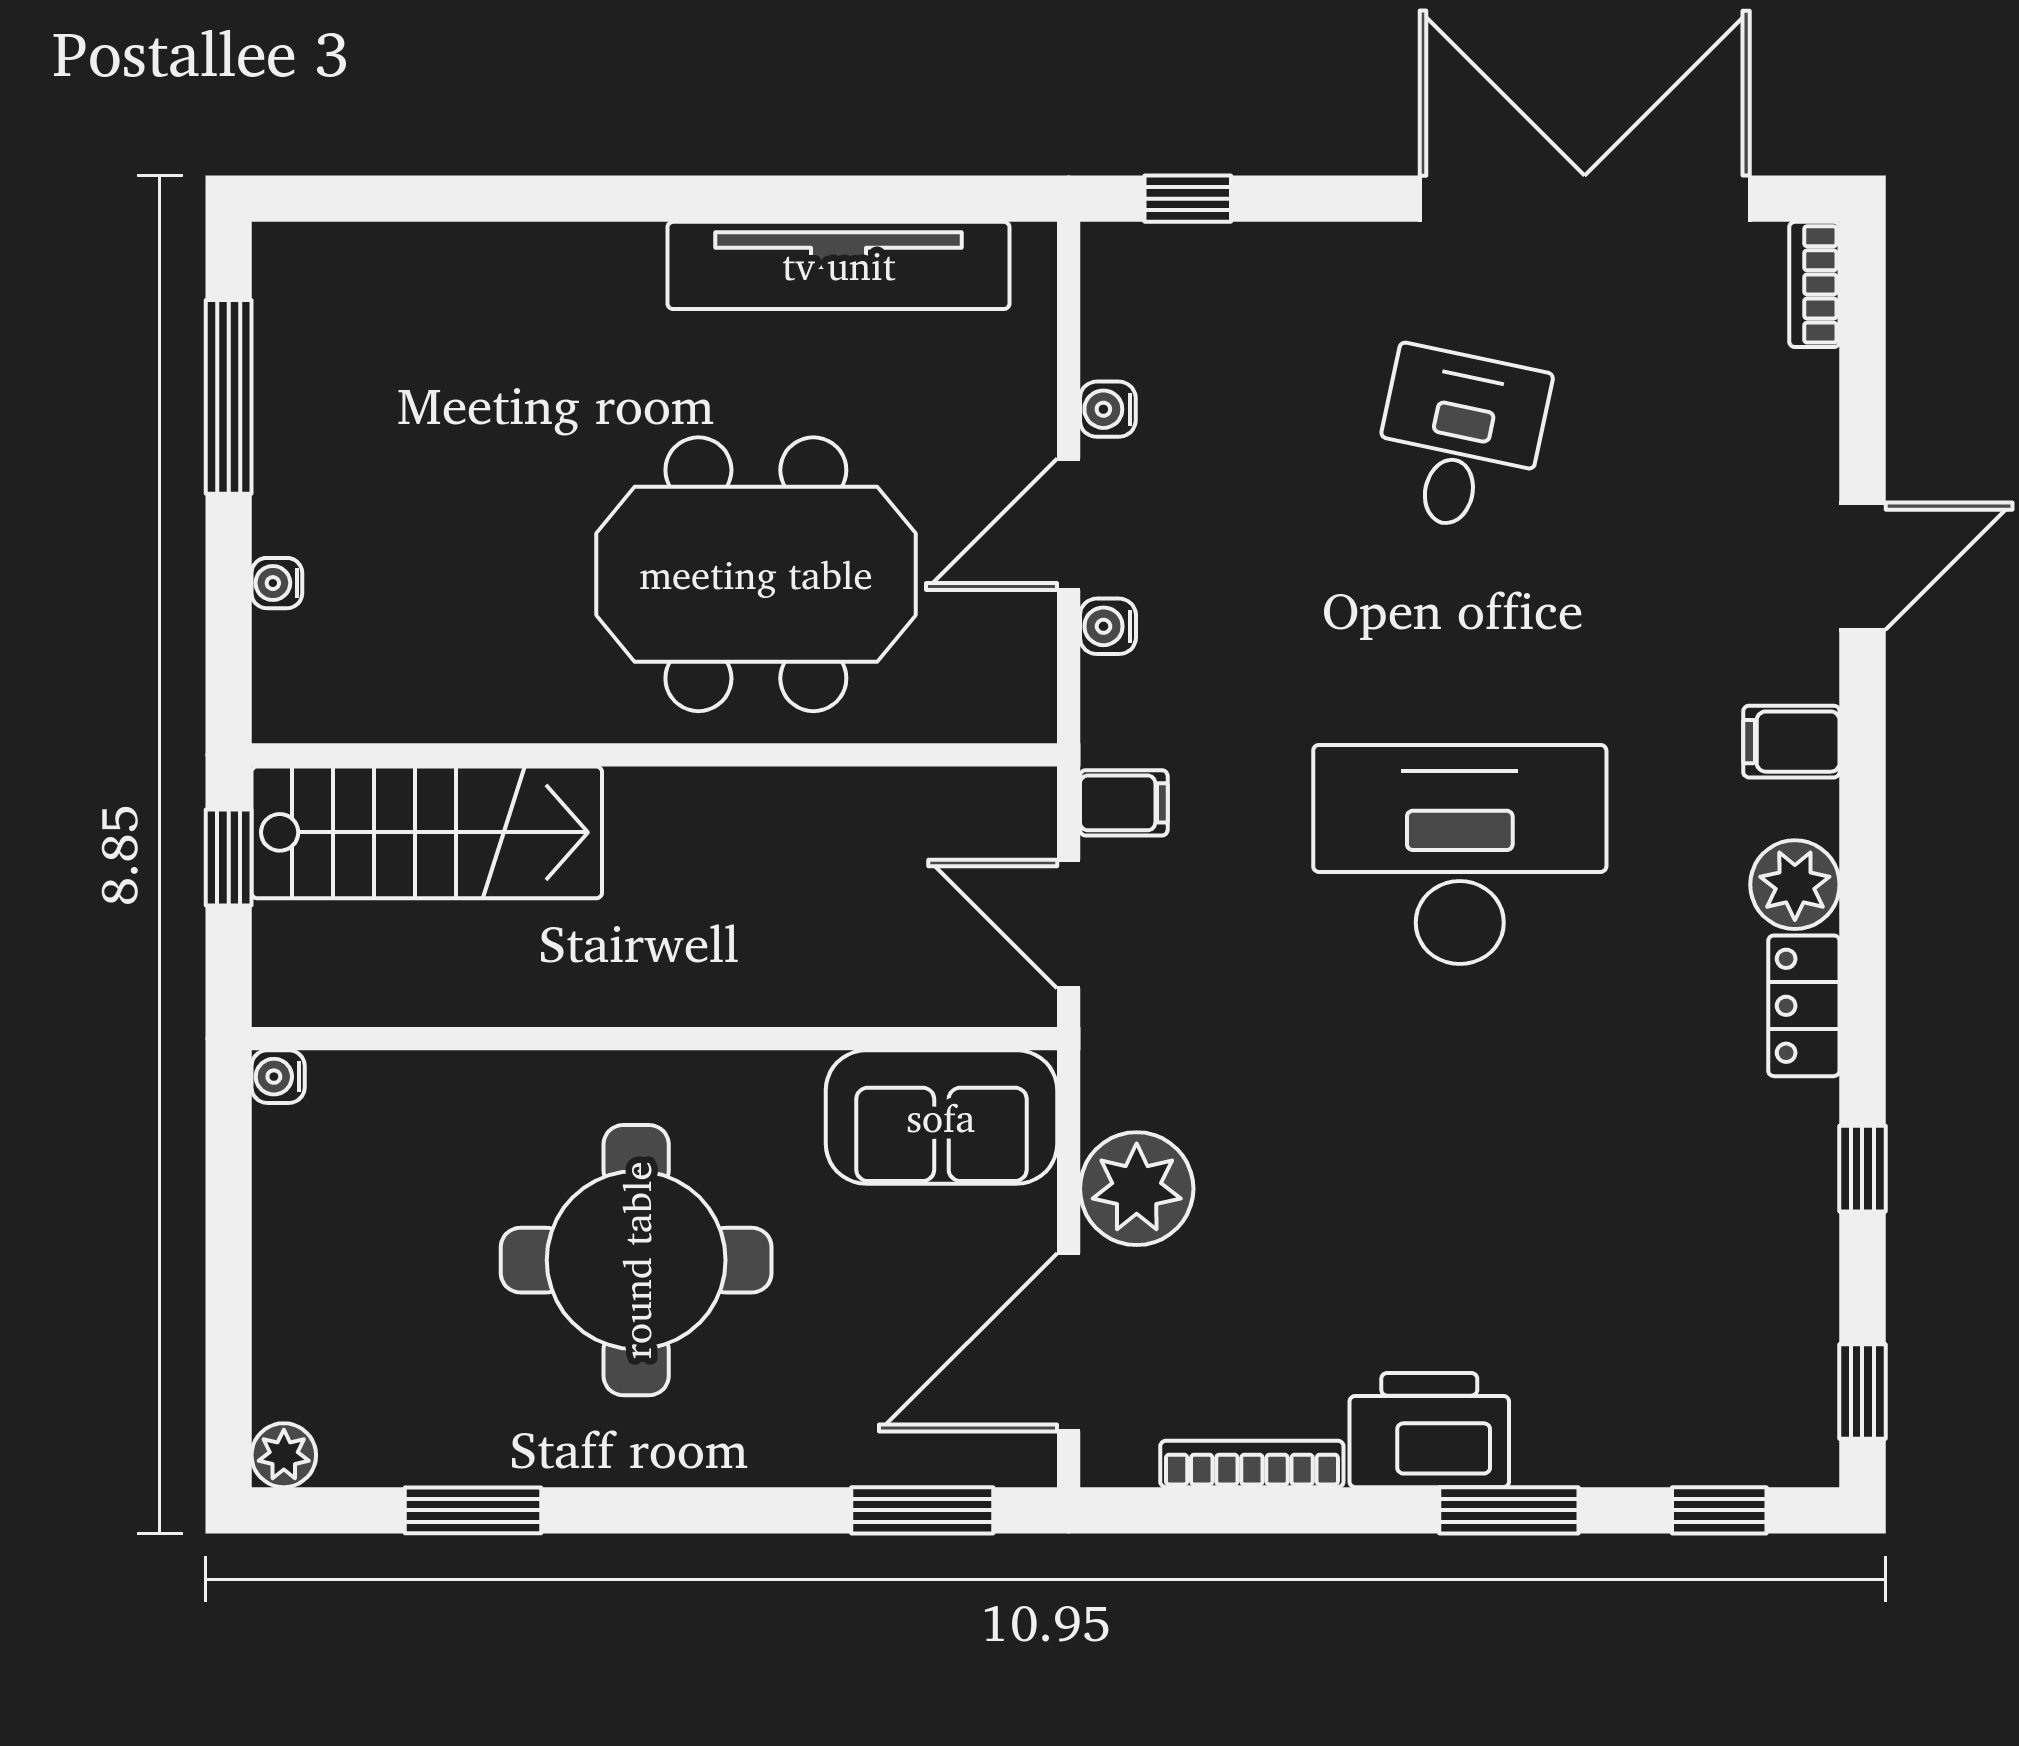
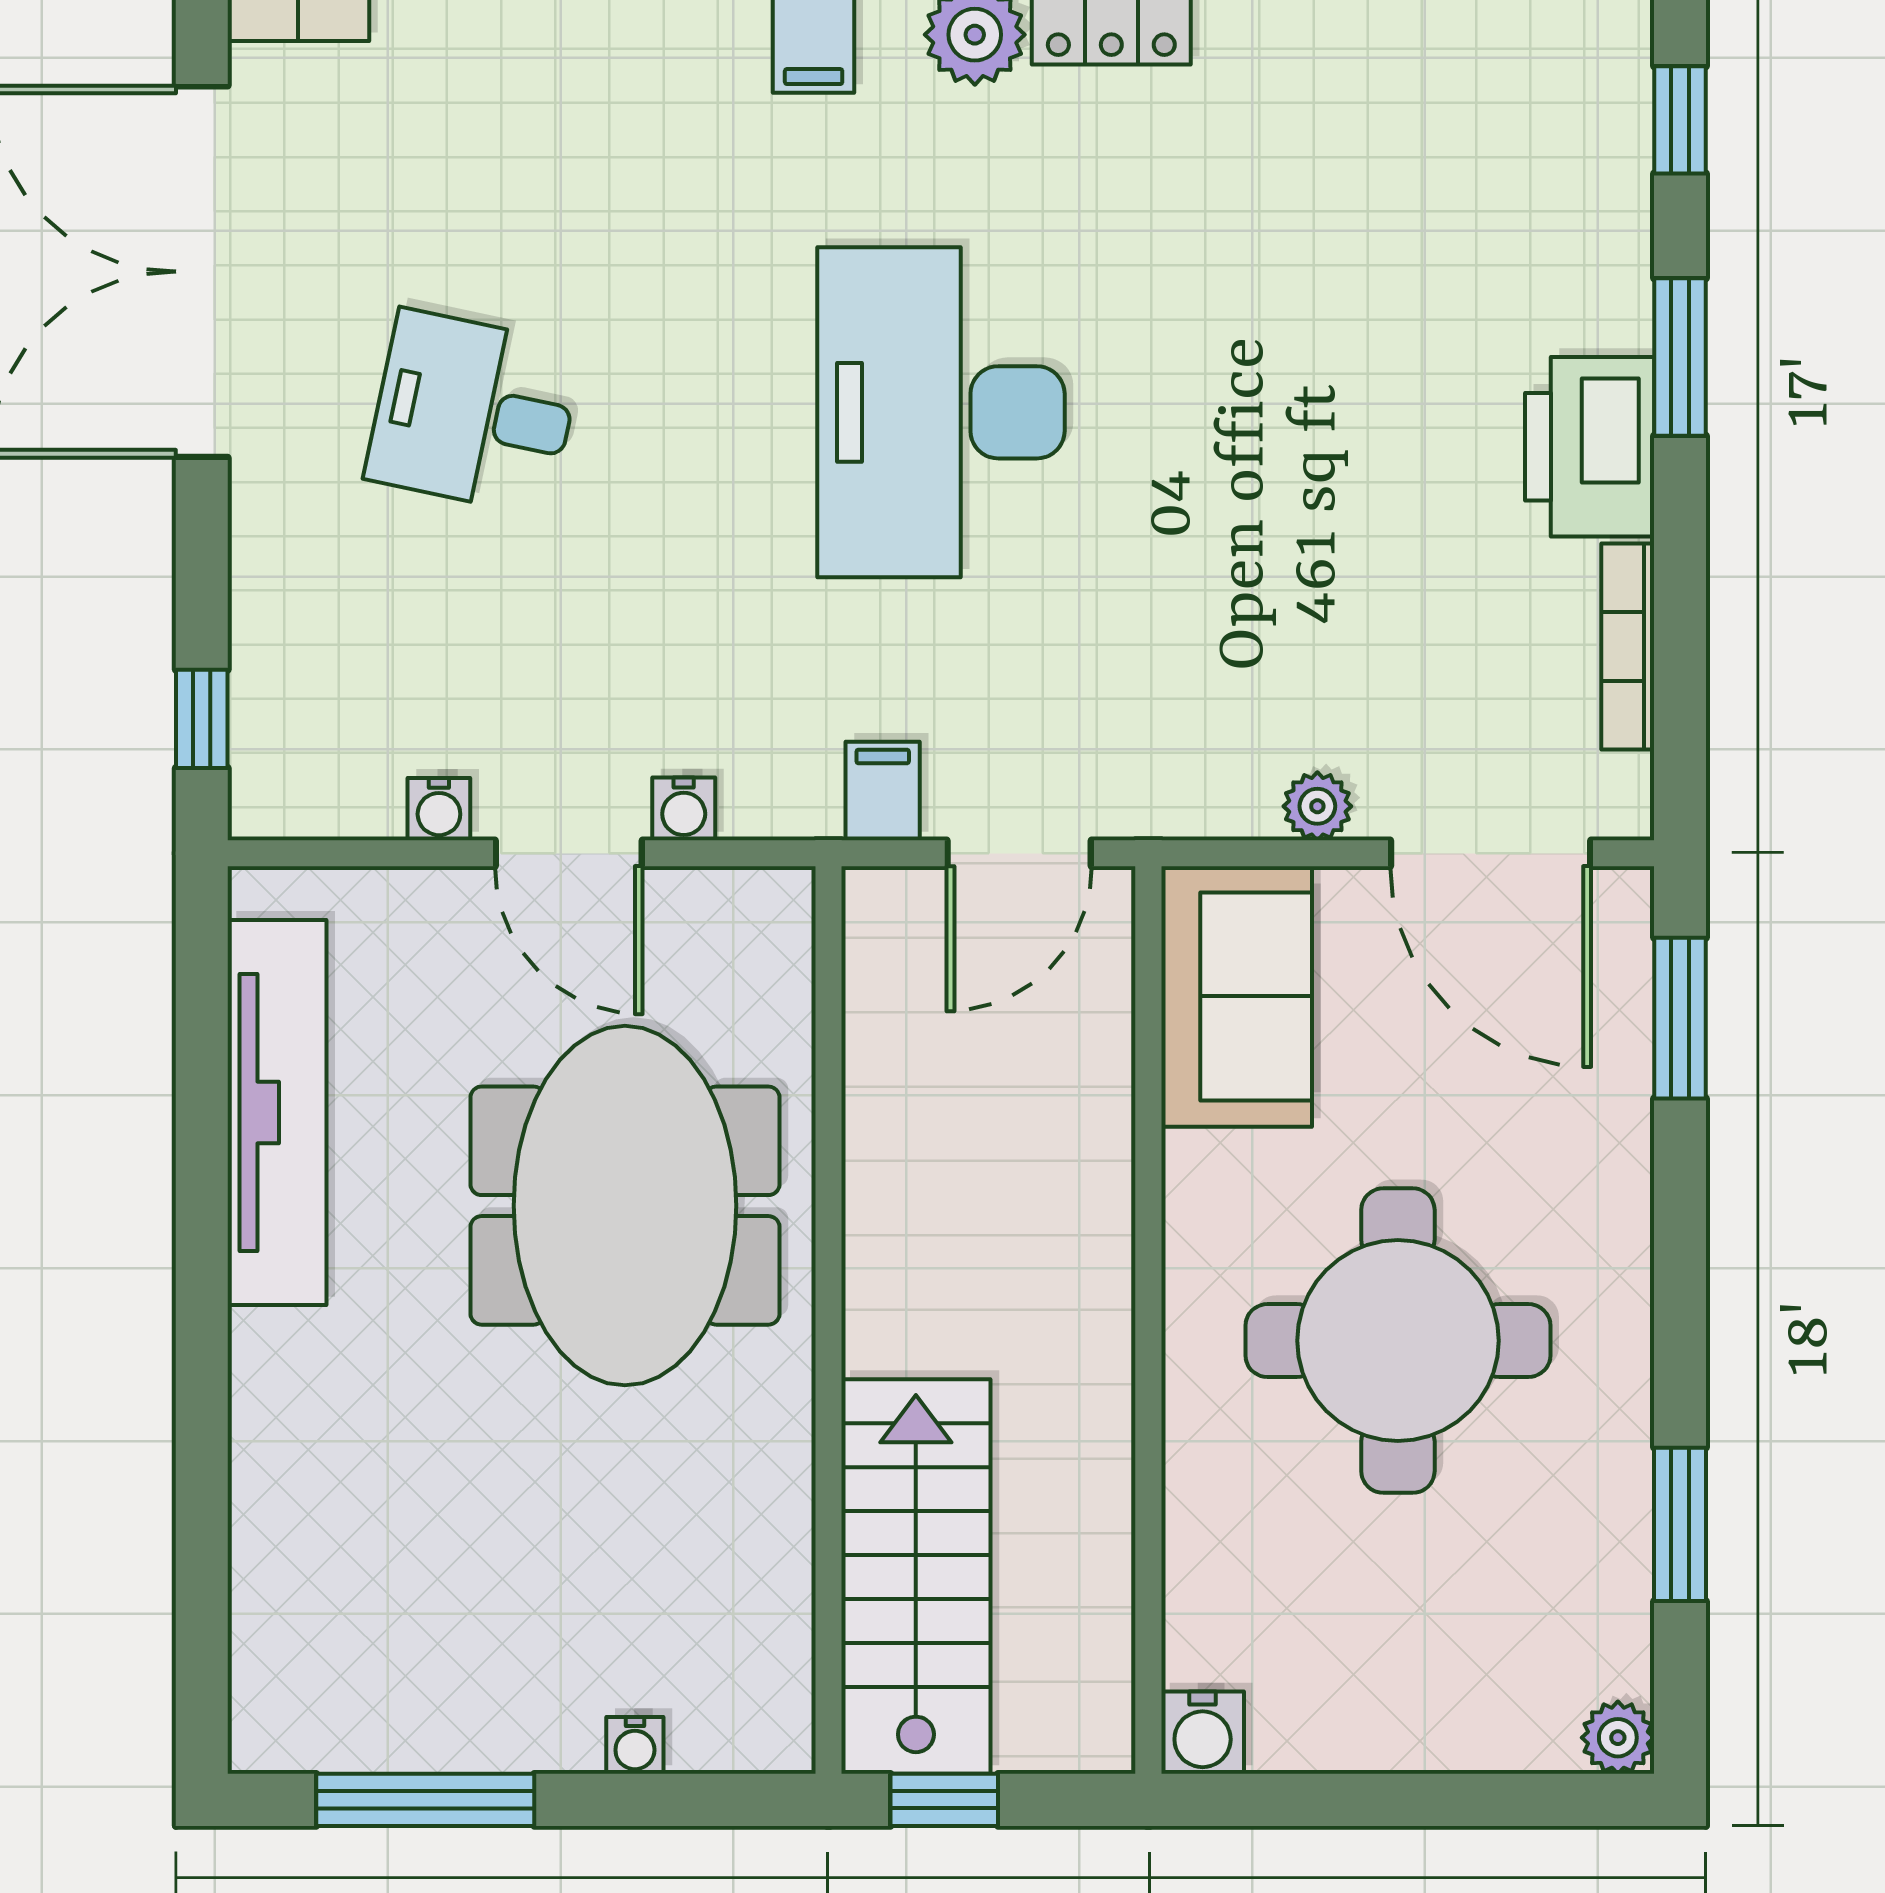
water cooler: (278, 1077) -> (1203, 1733), width x1.38, depth x1.38
plant: (1137, 1189) -> (1317, 806), width x0.53, depth x0.53

